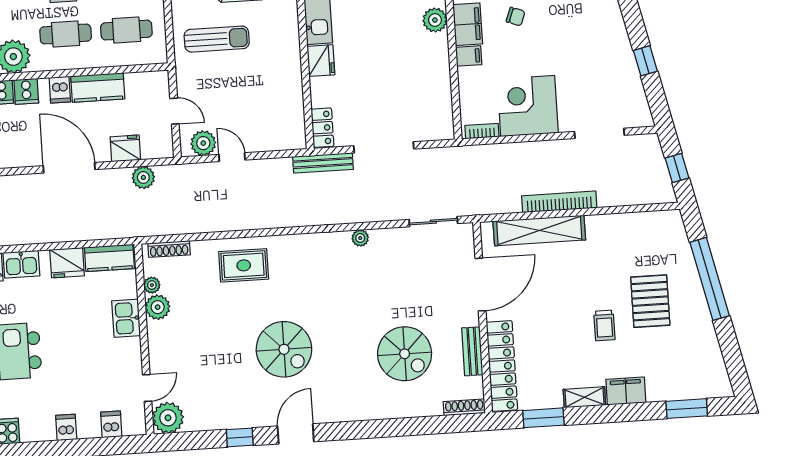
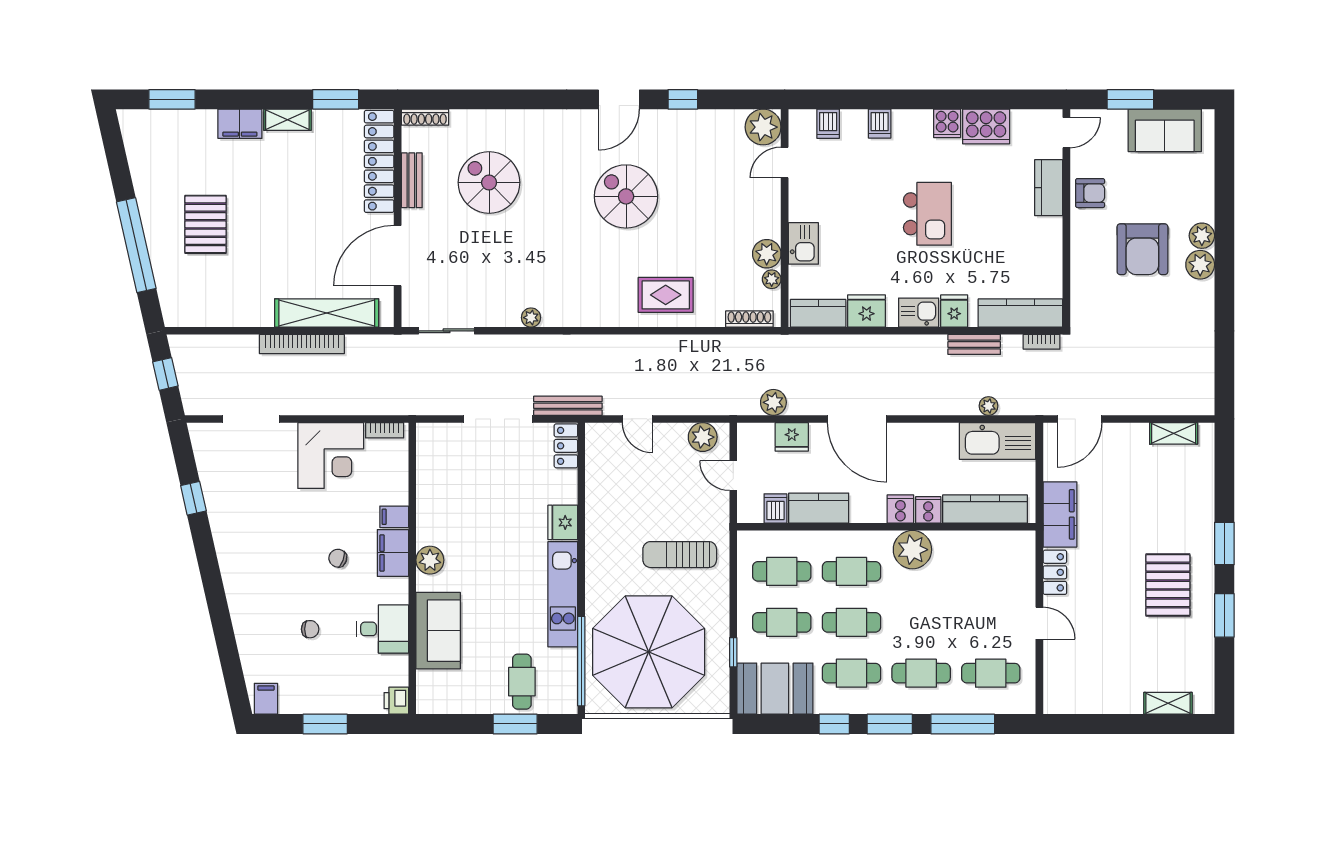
dishwasher: (60, 90) -> (775, 508), moved
door: (232, 157) -> (637, 419), moved
trolley: (604, 325) -> (259, 200), removed

